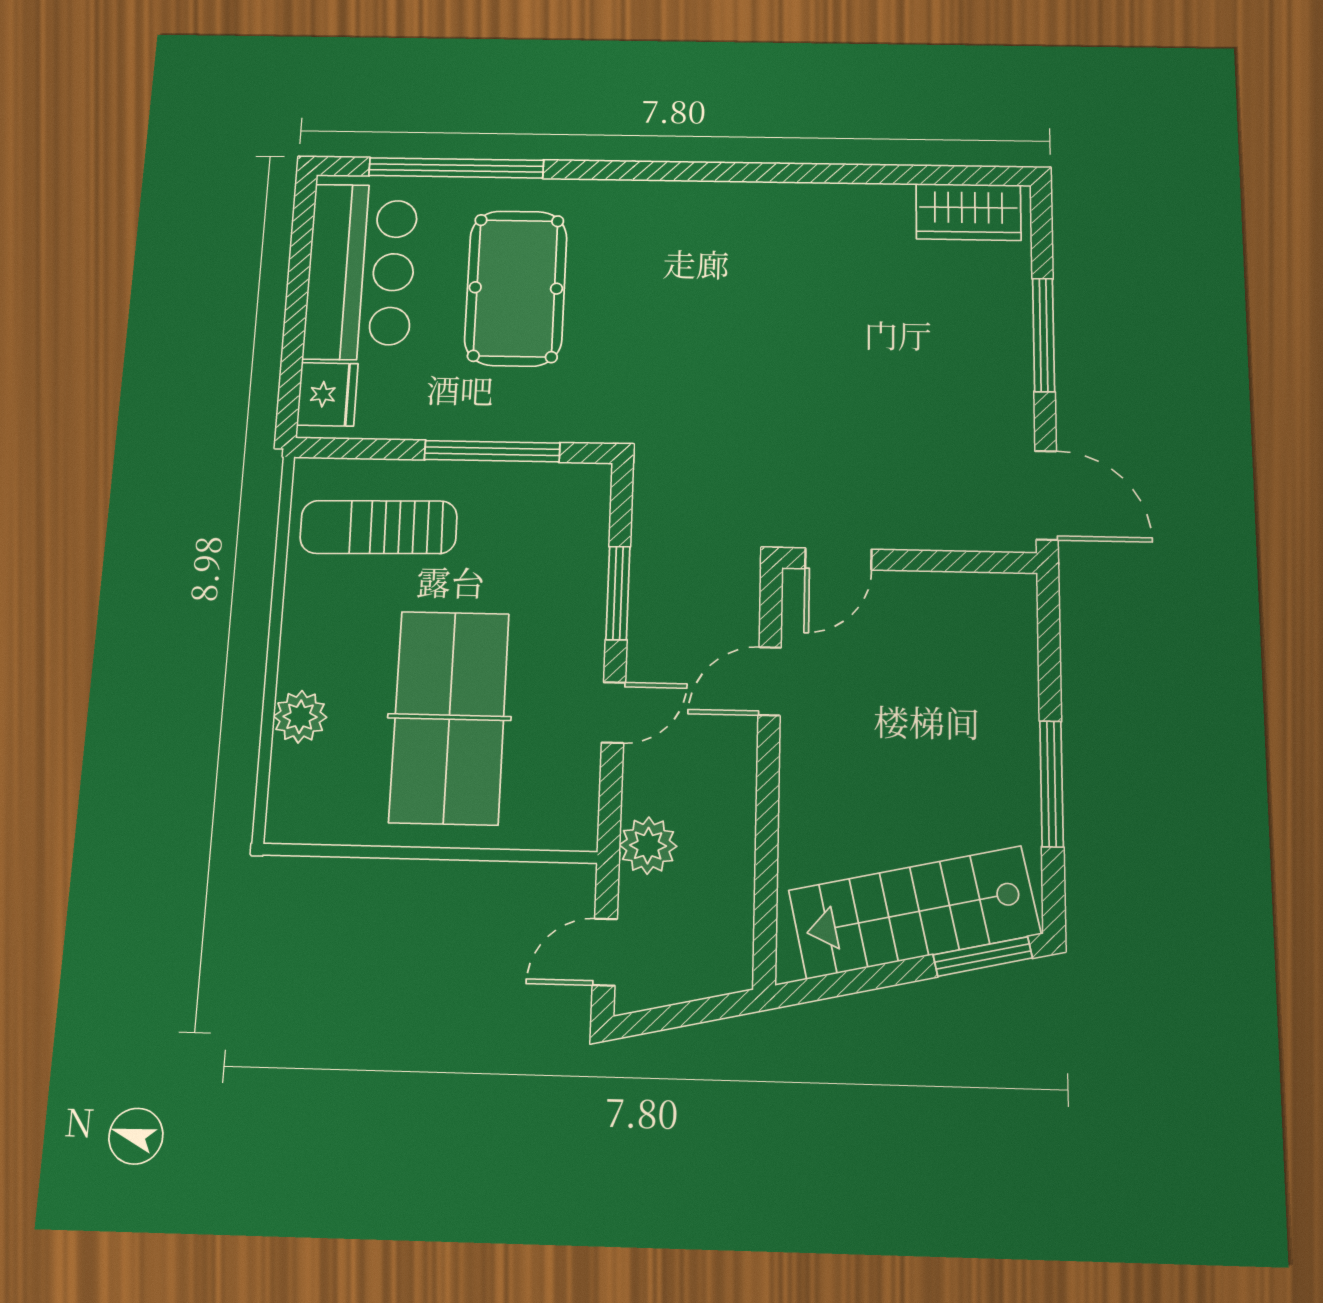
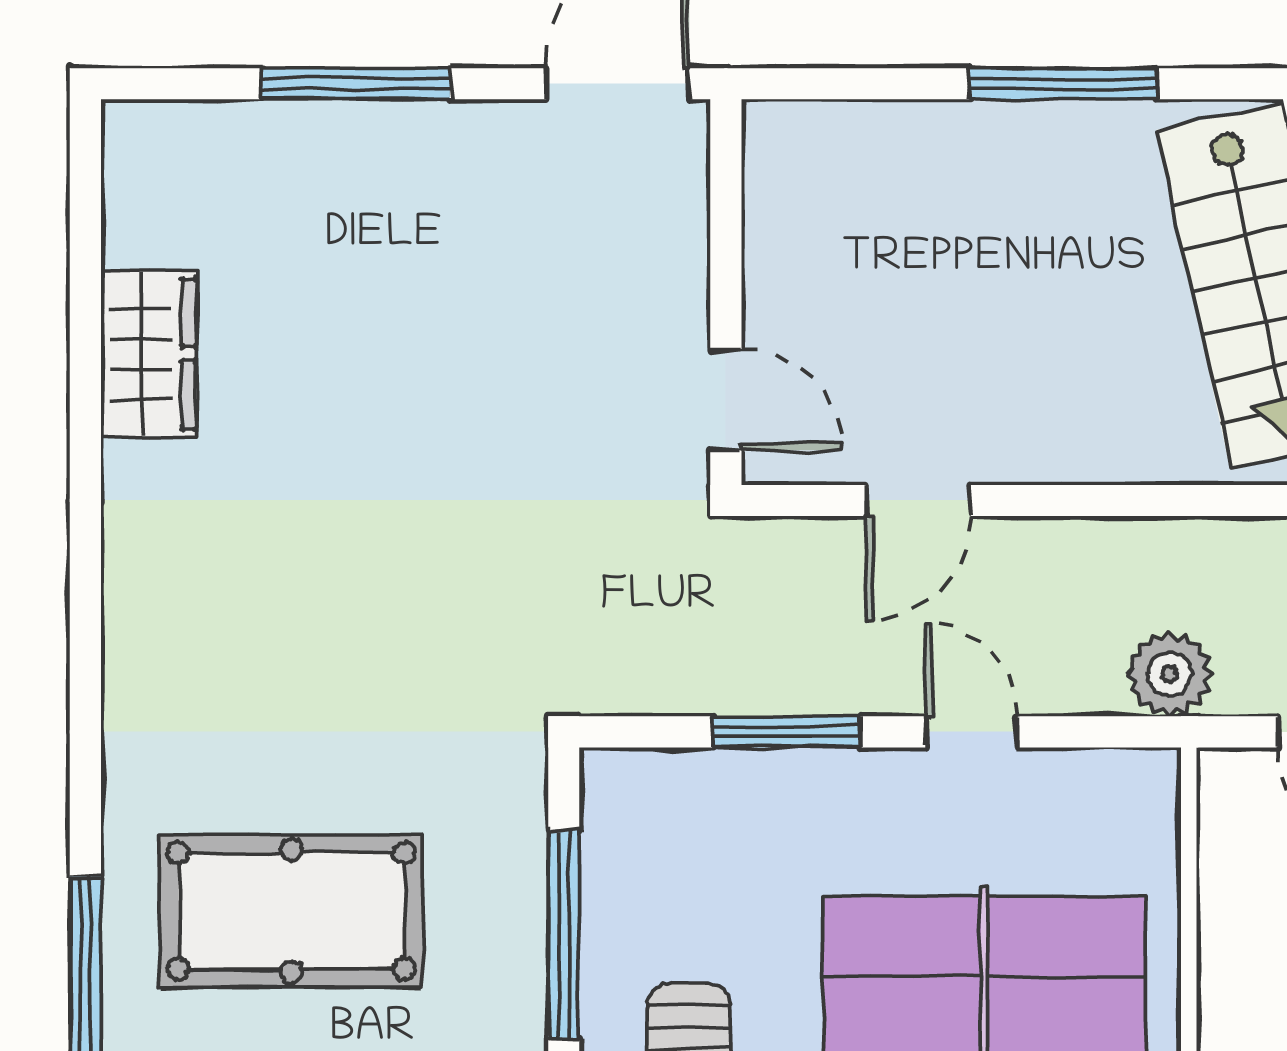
wardrobe: (968, 212) -> (149, 354), moved
door: (770, 681) -> (918, 500), hinge flipped

